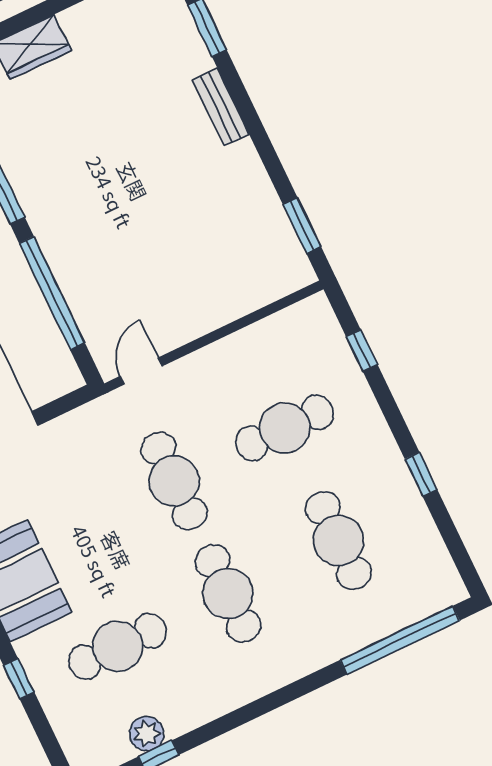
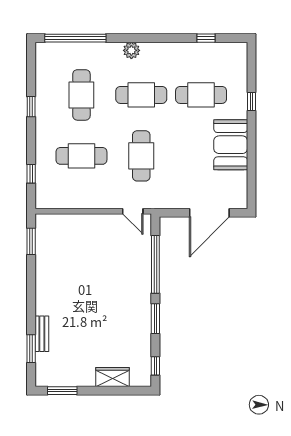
bench: (221, 107) -> (42, 334), moved
door: (141, 371) -> (133, 211), hinge flipped
cafe table: (228, 593) -> (141, 95), turned 90
plant: (147, 734) -> (131, 50), moved

